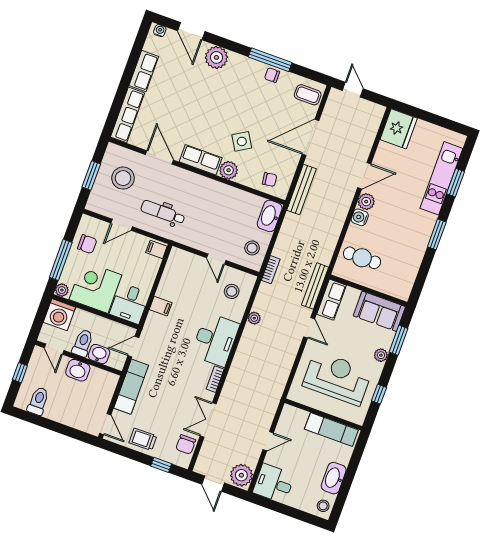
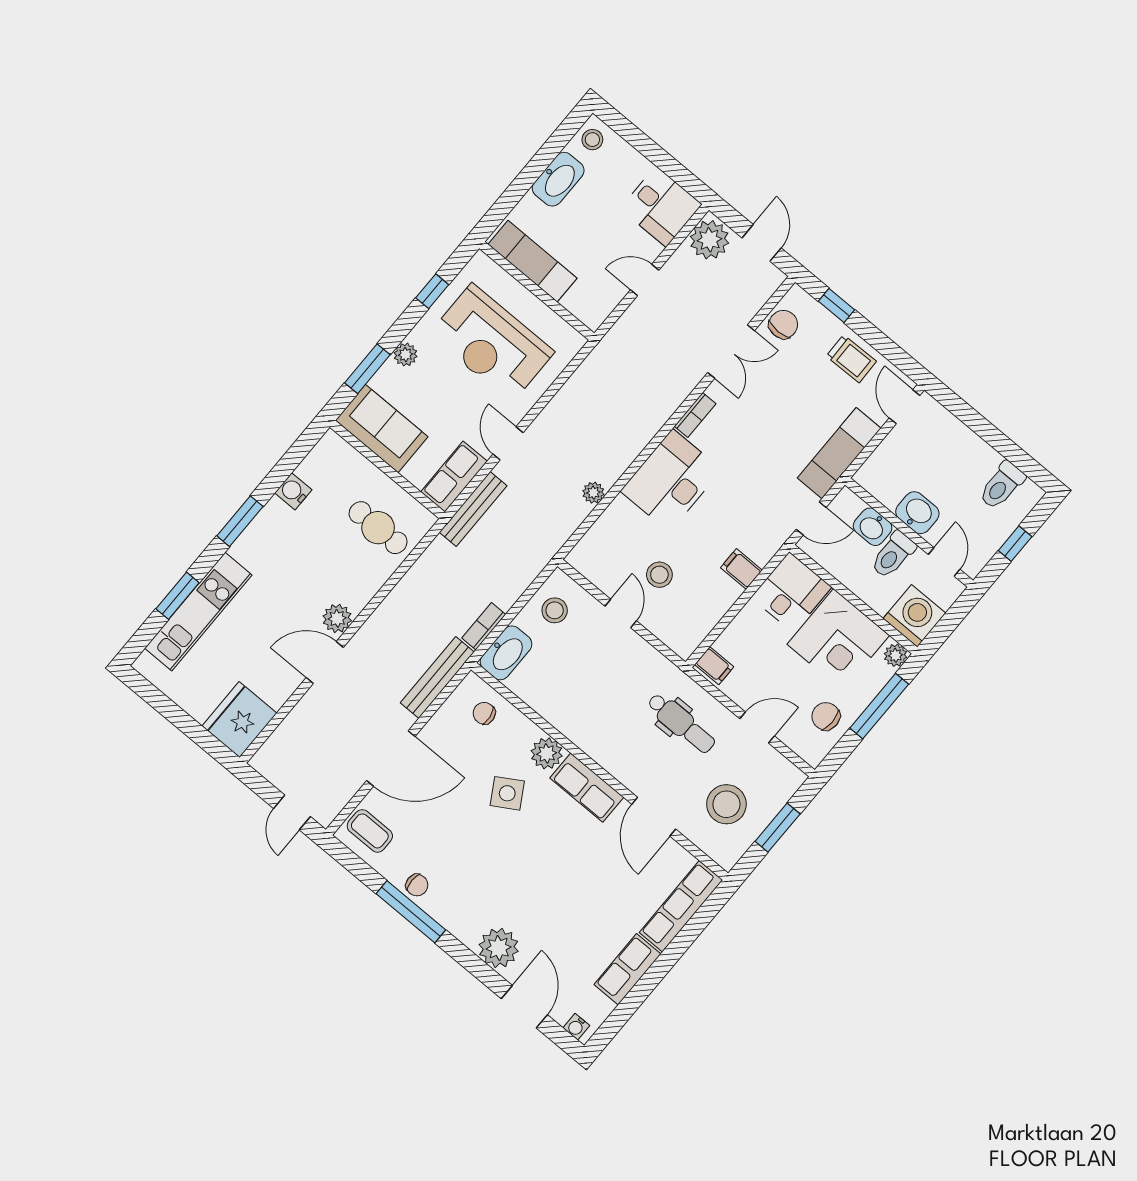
water cooler: (360, 217) -> (293, 491), moved, turned 180
bookcase: (271, 270) -> (484, 626), moved
stool: (232, 291) -> (659, 575), moved

